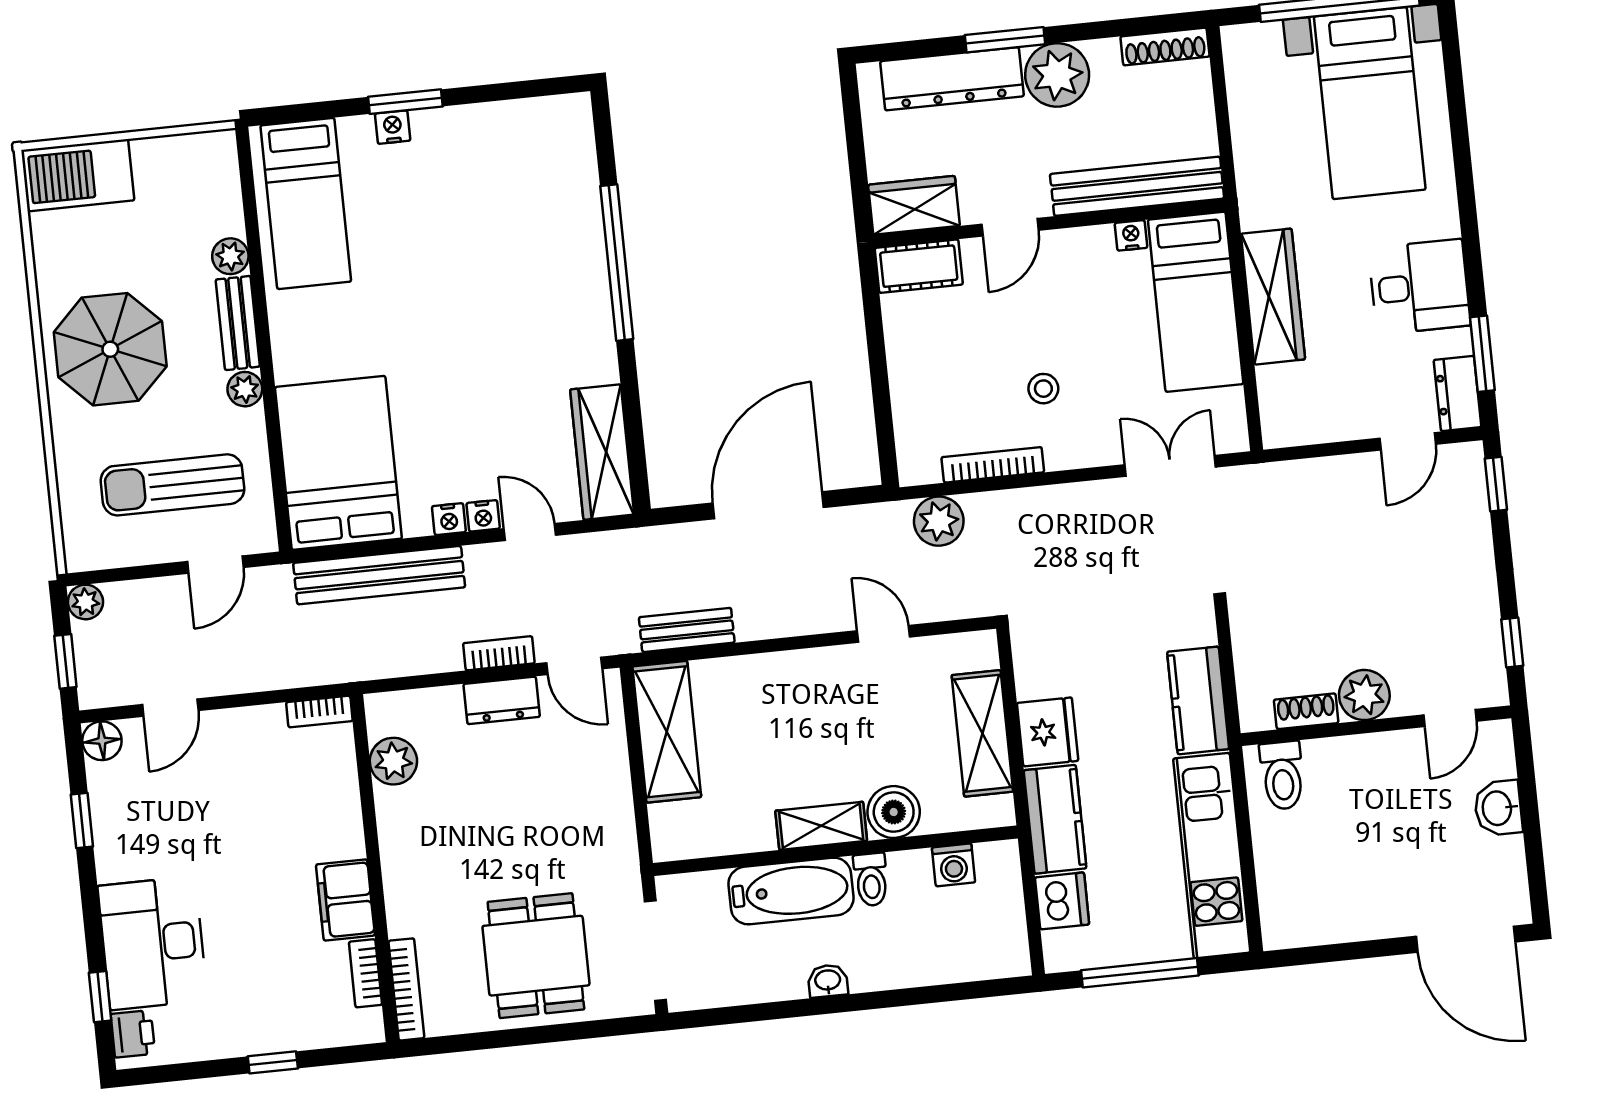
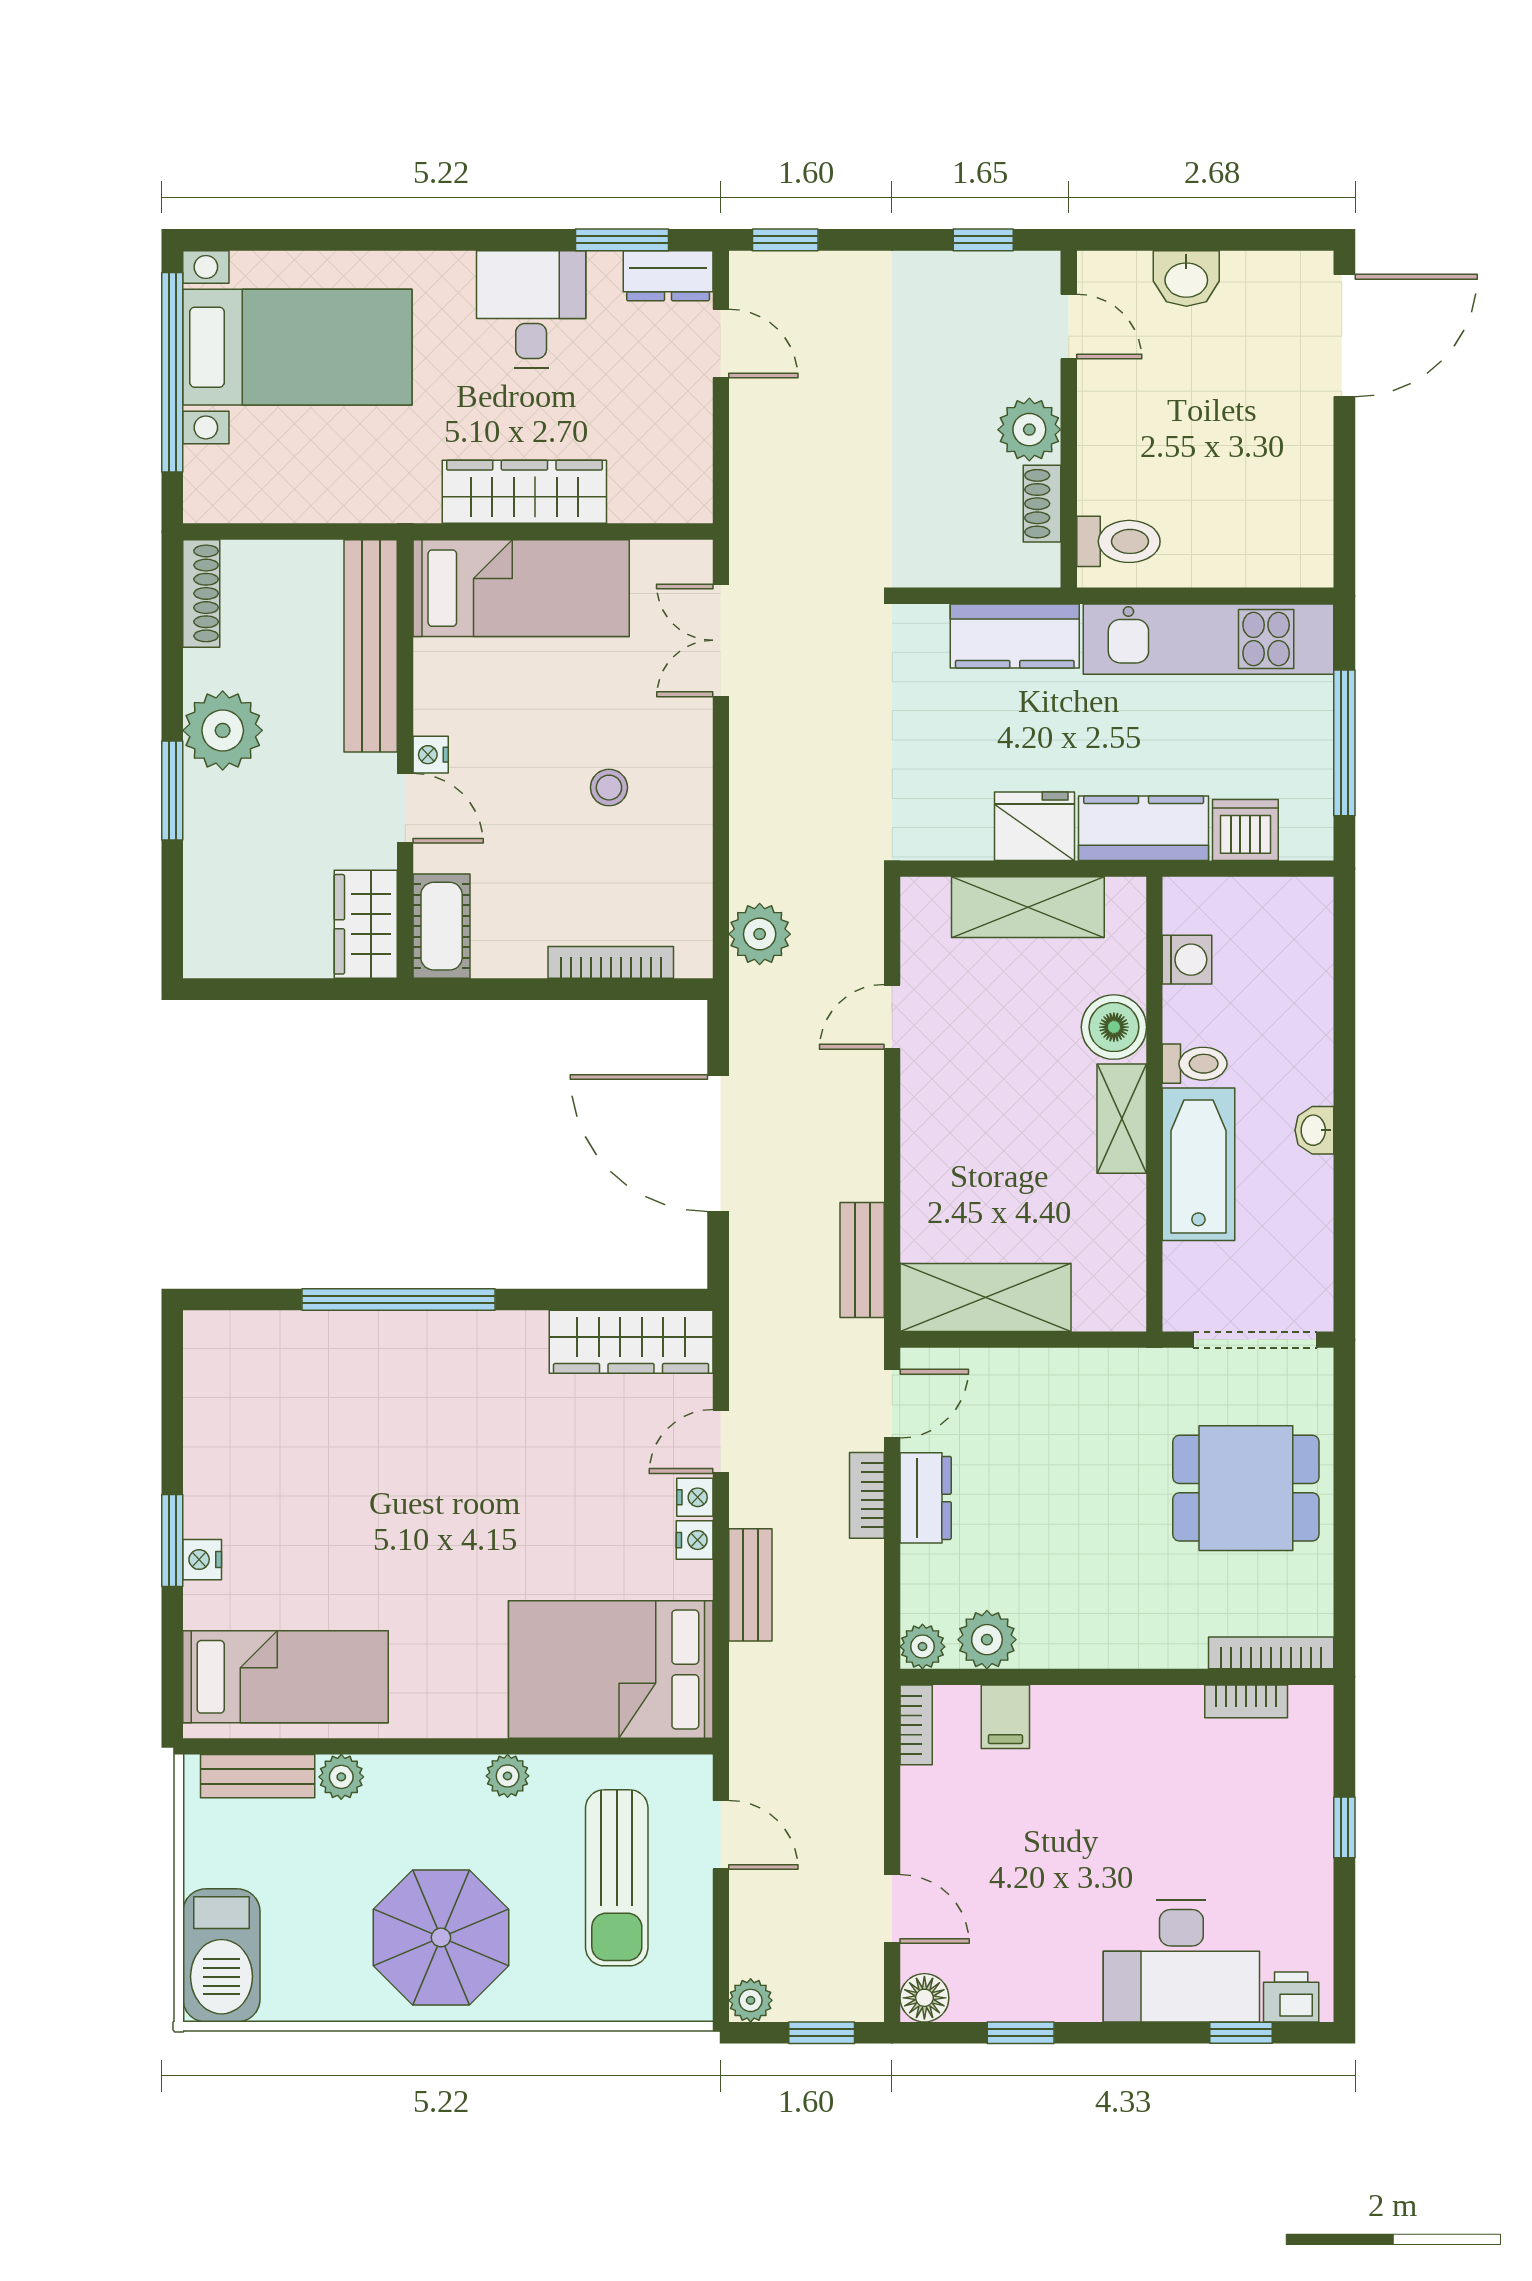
dresser: (952, 79) -> (214, 861), removed
nightstand: (1131, 235) -> (431, 755), moved
bench: (238, 323) -> (258, 1776), moved
bookcase: (993, 465) -> (611, 962), moved, turned 90
bench: (379, 575) -> (750, 1585), width x0.54, depth x0.82
plant: (383, 710) -> (922, 1647), added
filing cabinet: (345, 900) -> (1005, 1717), moved, width x0.50

